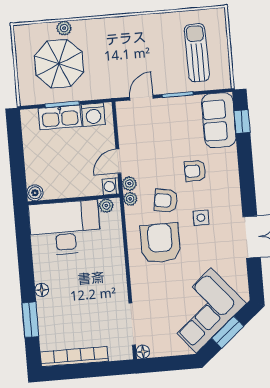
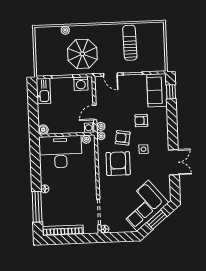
sun lounger: (197, 53) -> (130, 43), moved
parasol: (59, 64) -> (82, 54), moved
door: (141, 98) -> (111, 75), swing flipped
kitchen sink: (60, 117) -> (43, 91), moved, turned -90
window: (30, 320) -> (37, 207), width x1.44

